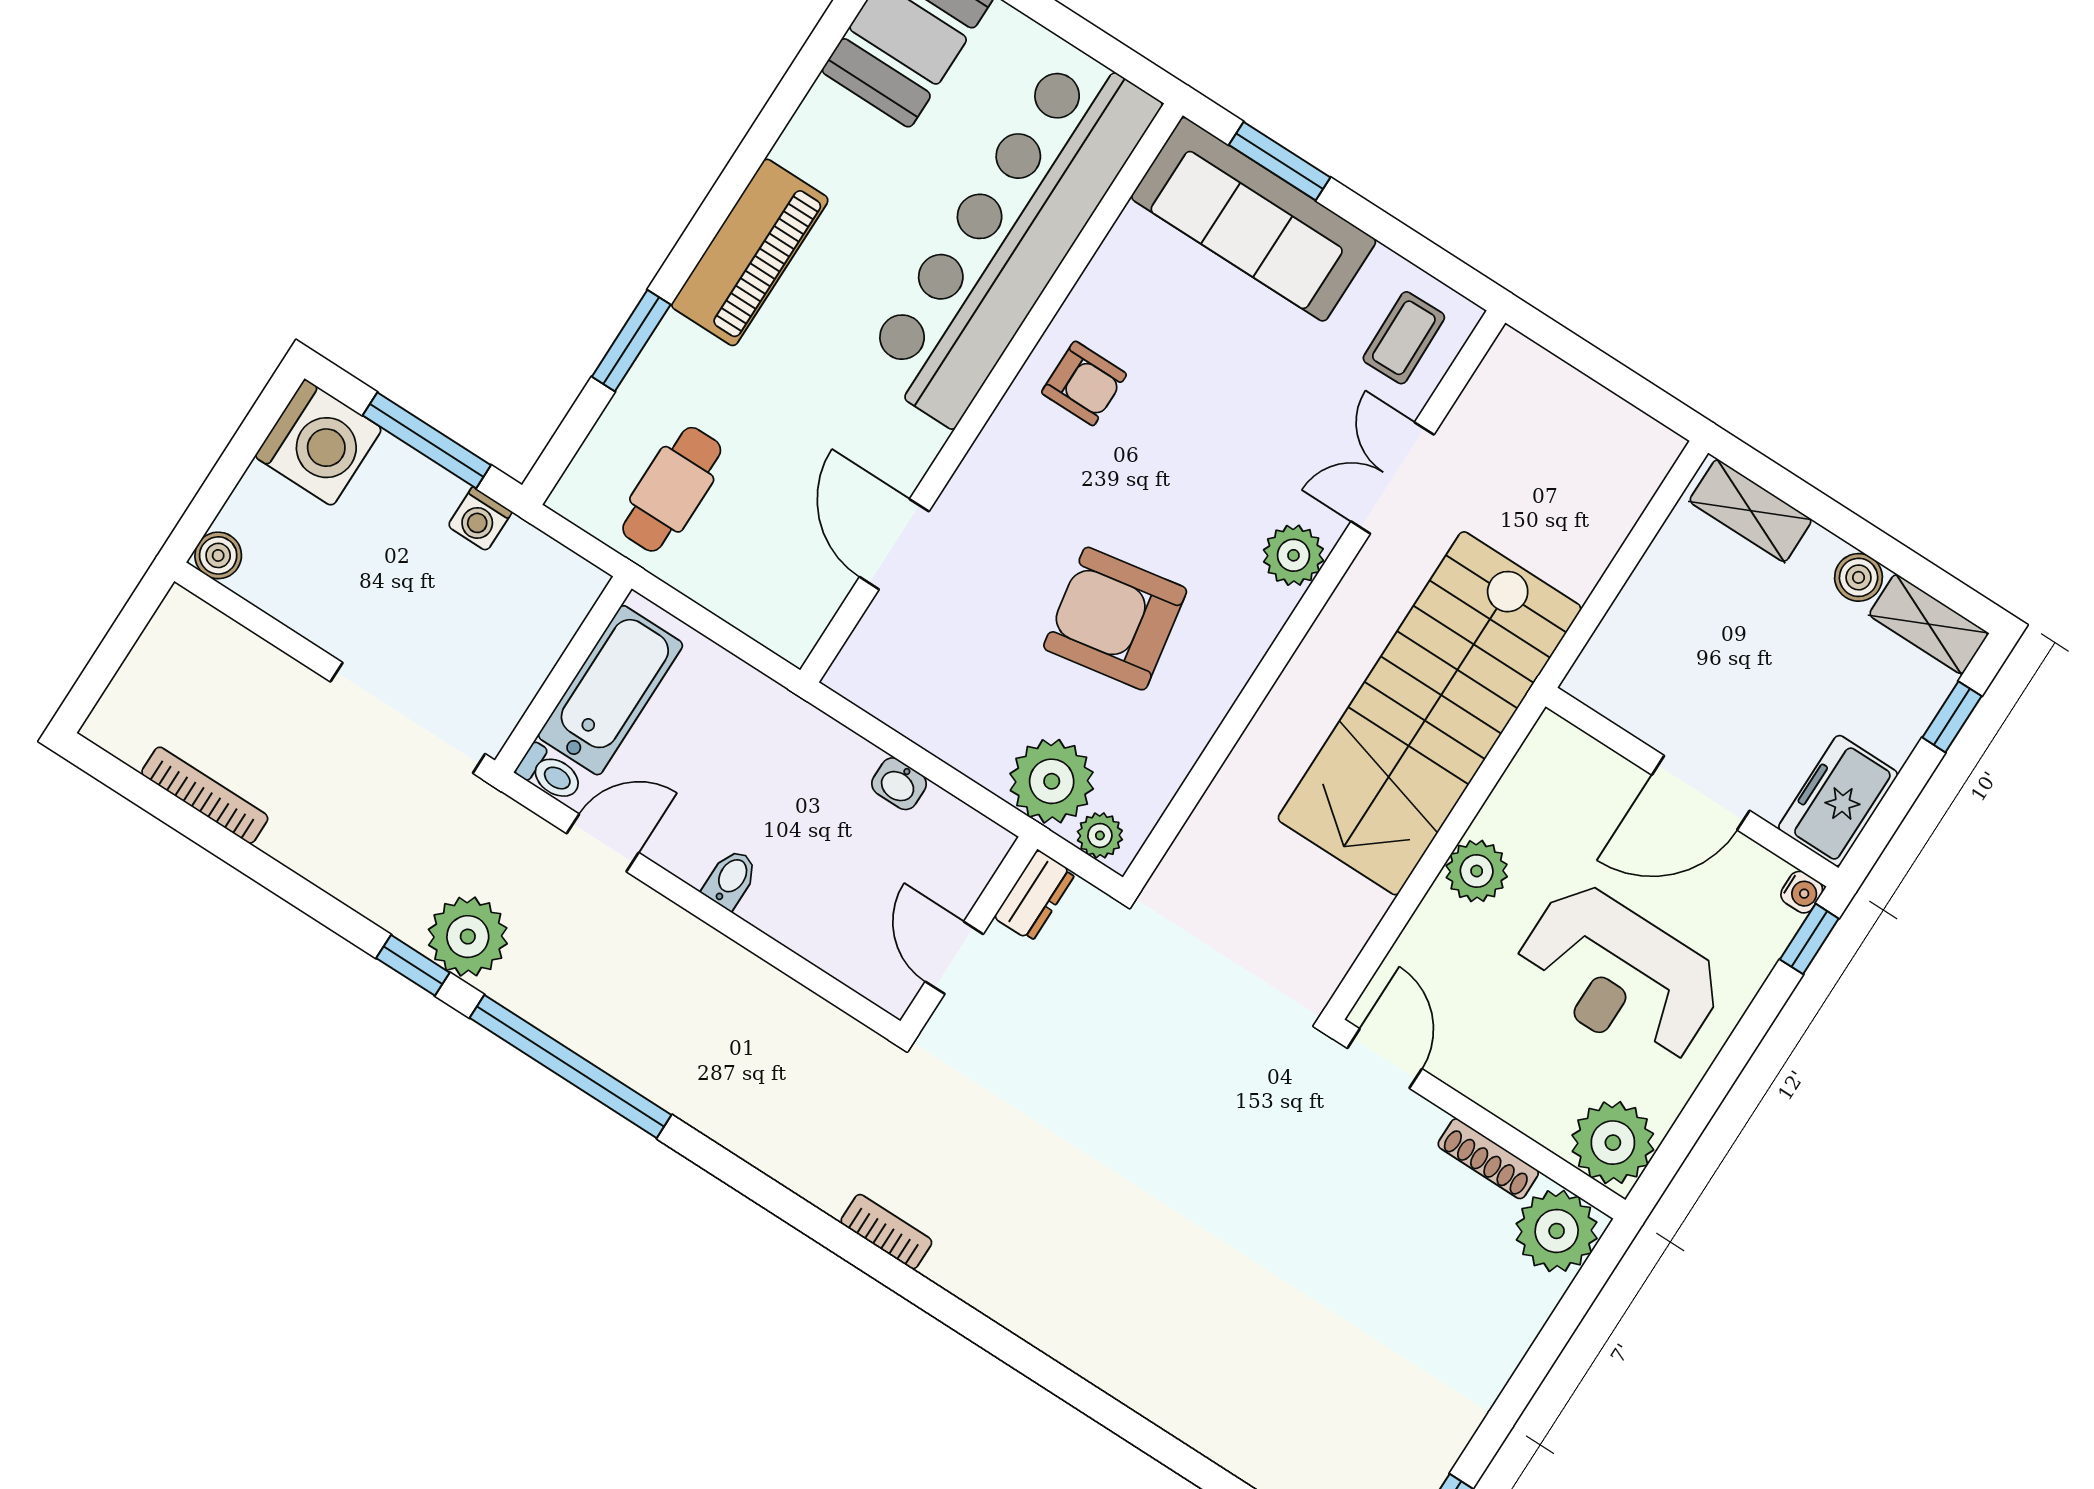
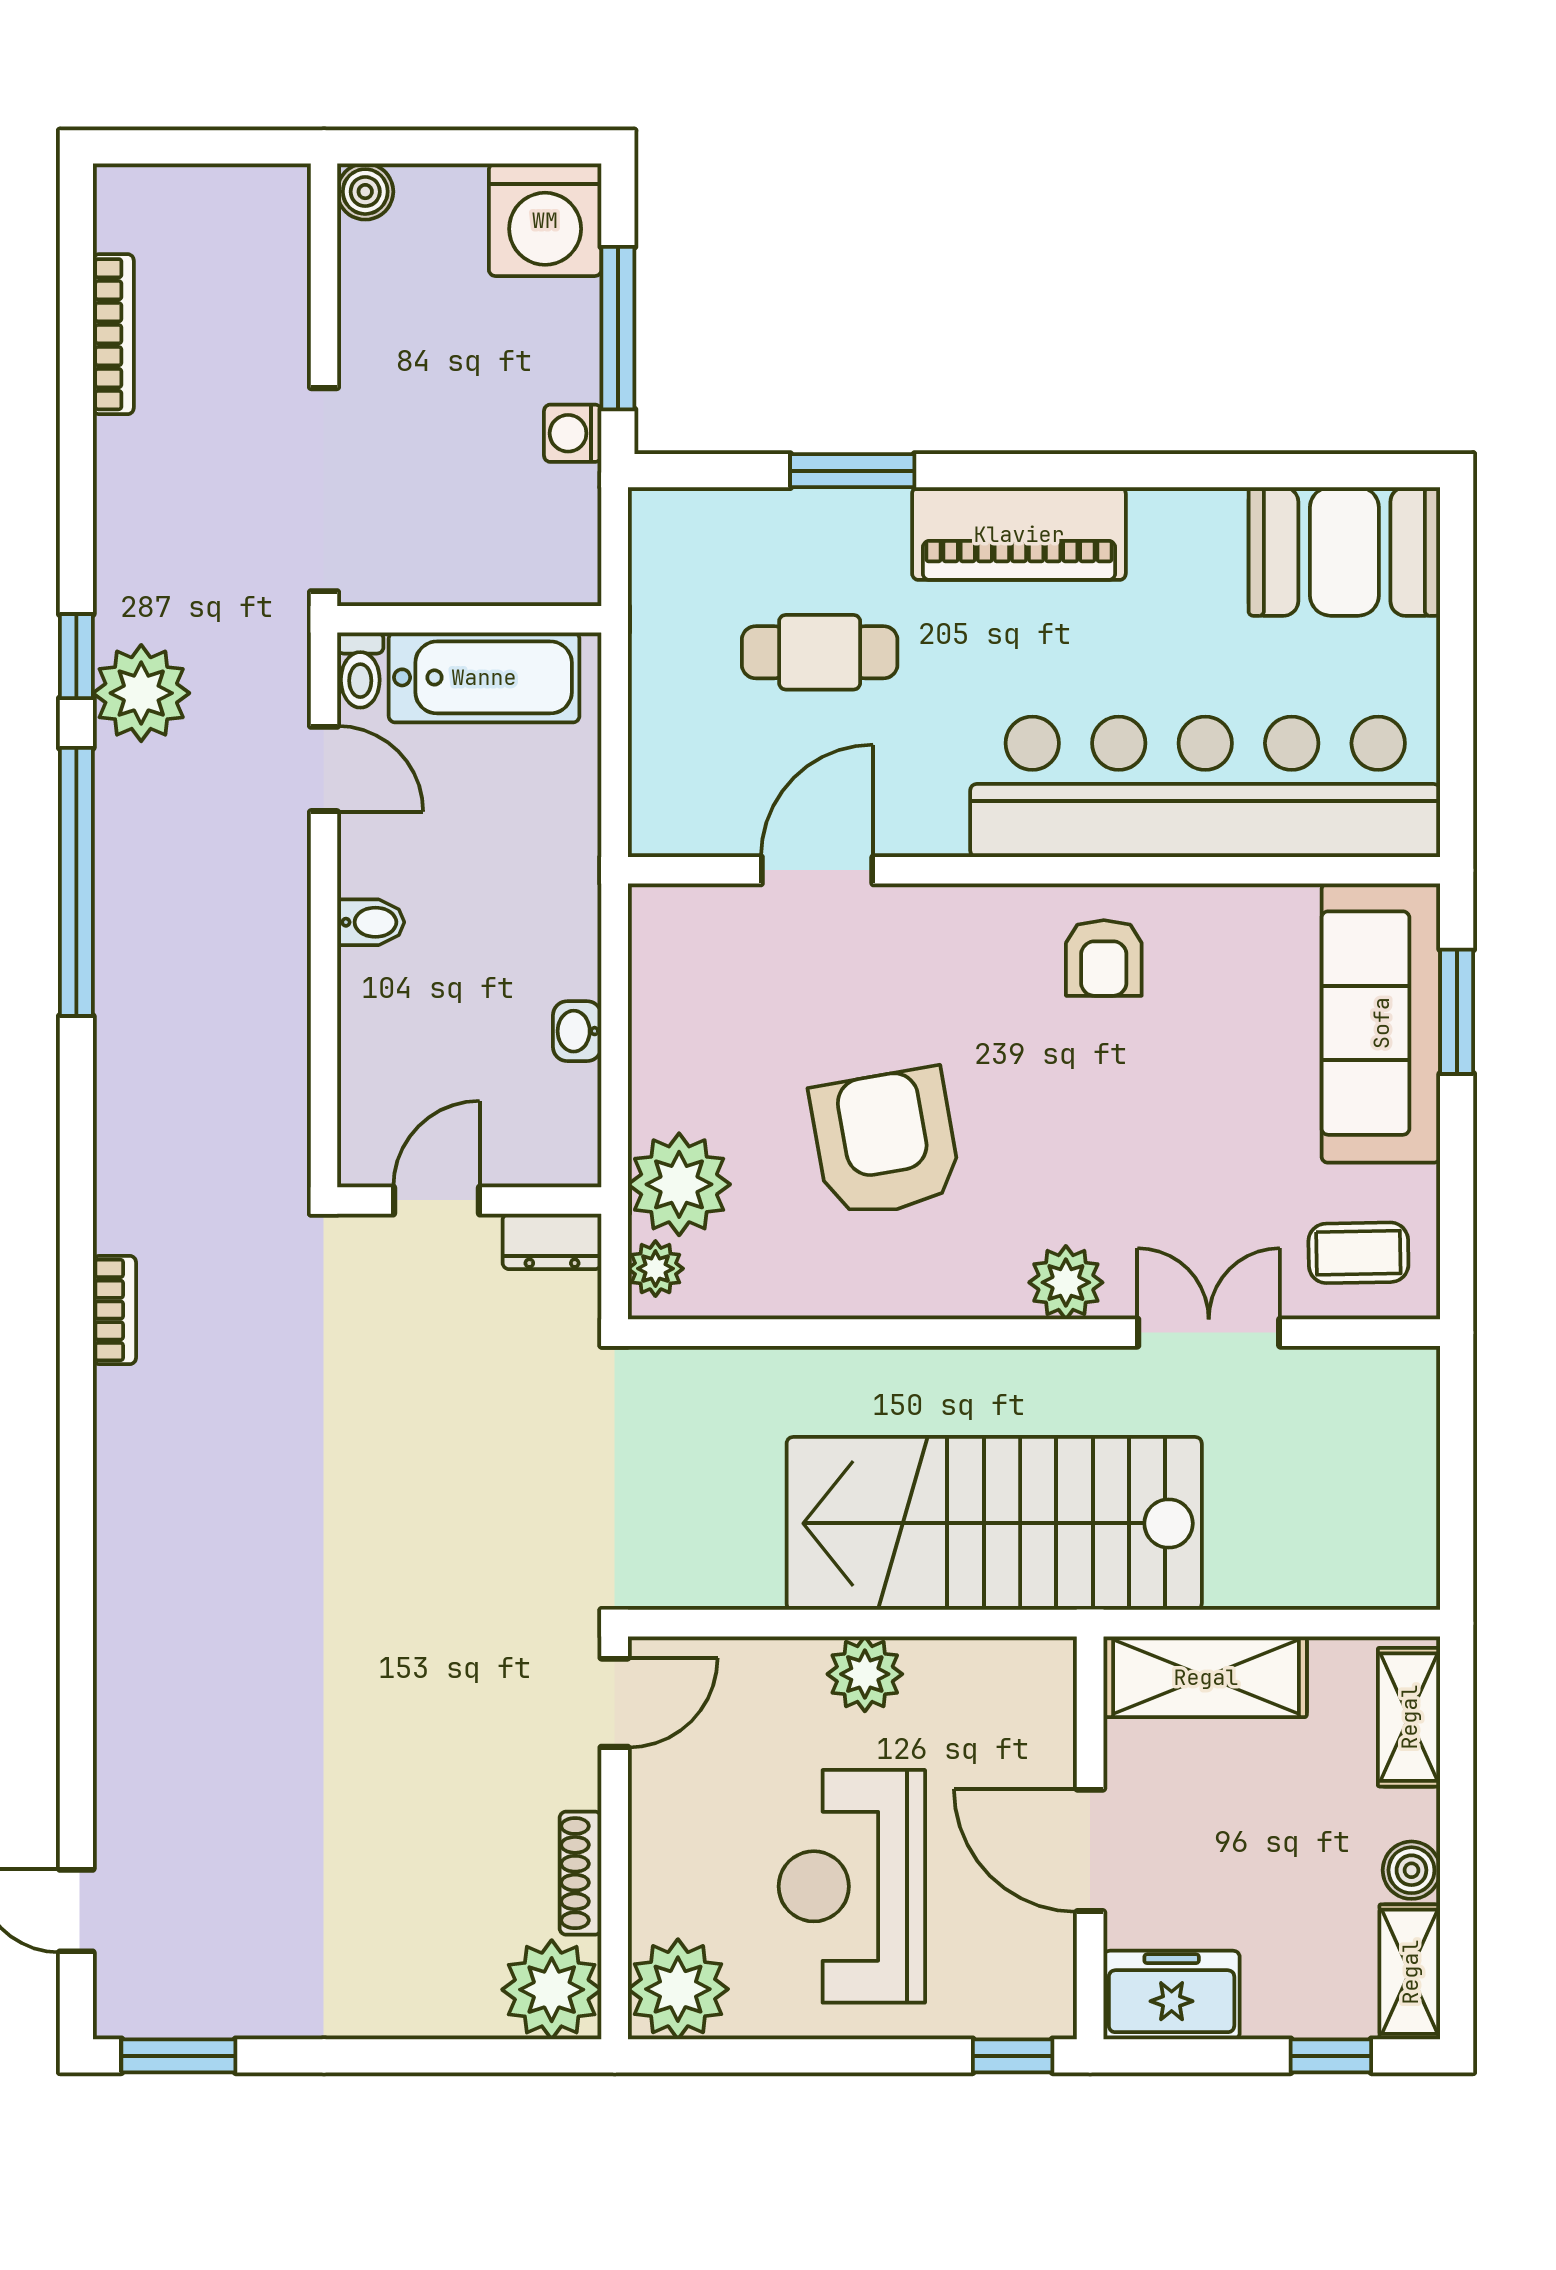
cafe table: (672, 489) -> (820, 652), moved
shelving: (1631, 634) -> (1206, 1677), added
water cooler: (1802, 892) -> (1055, 2018), removed

